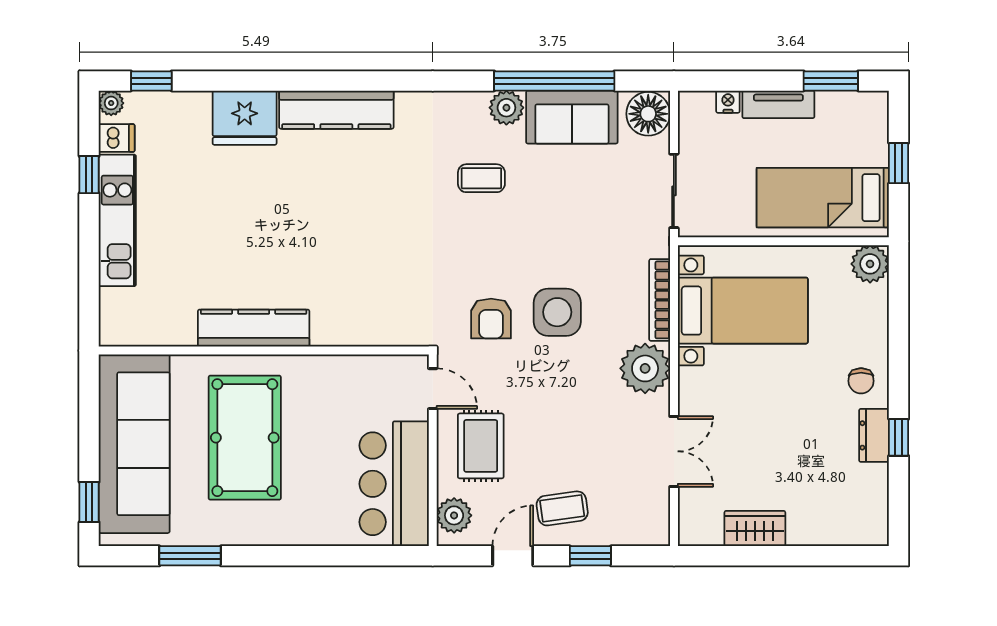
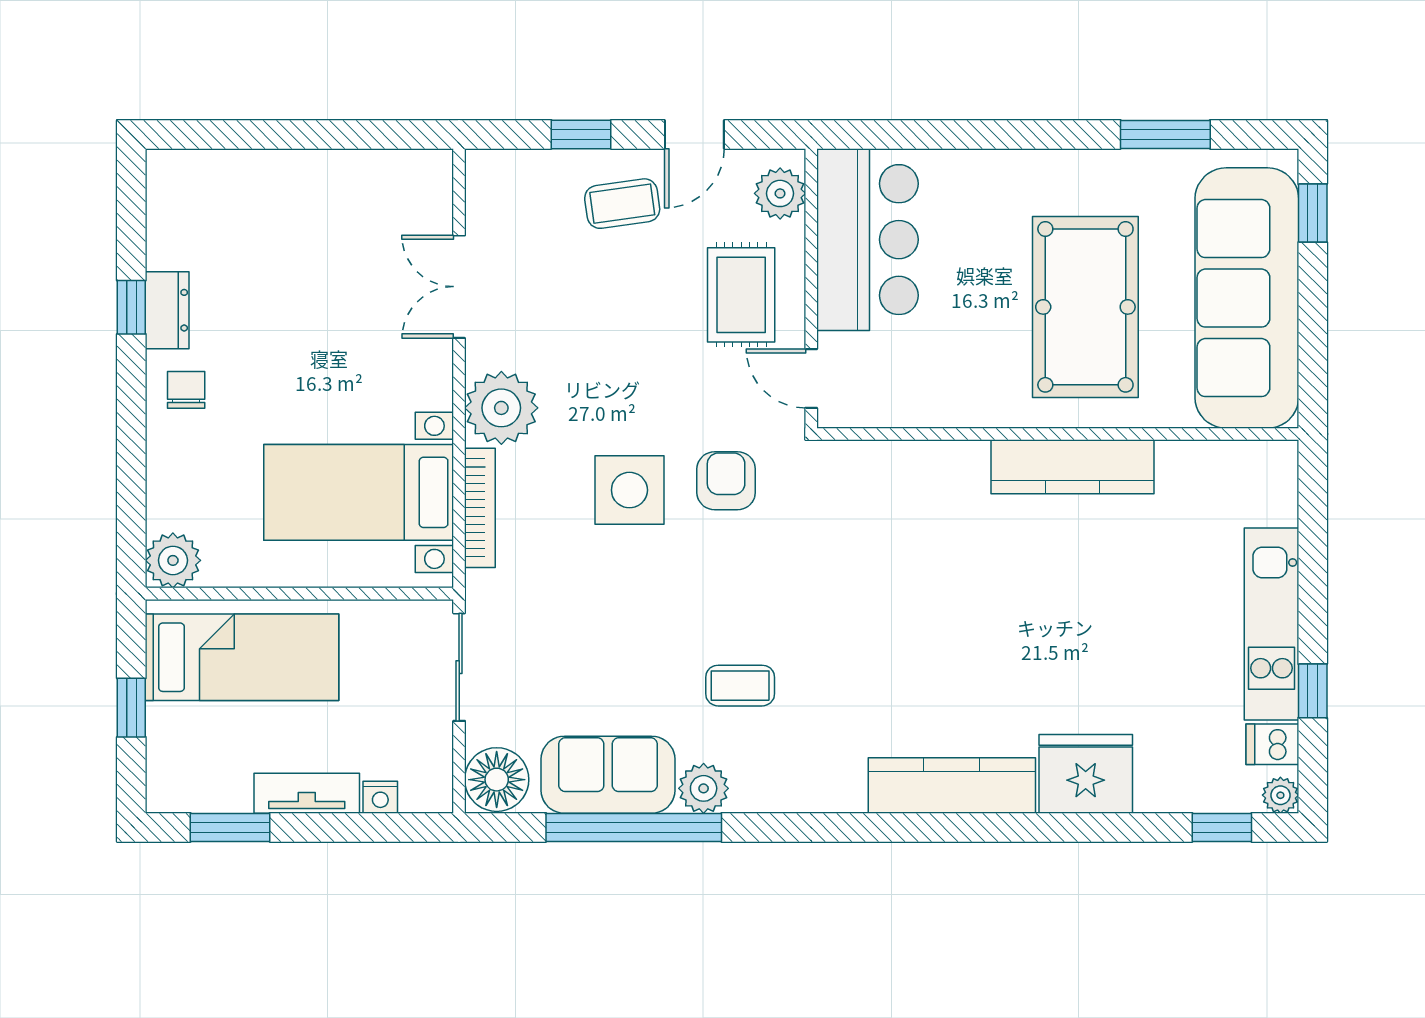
wardrobe: (755, 529) -> (341, 174), removed

